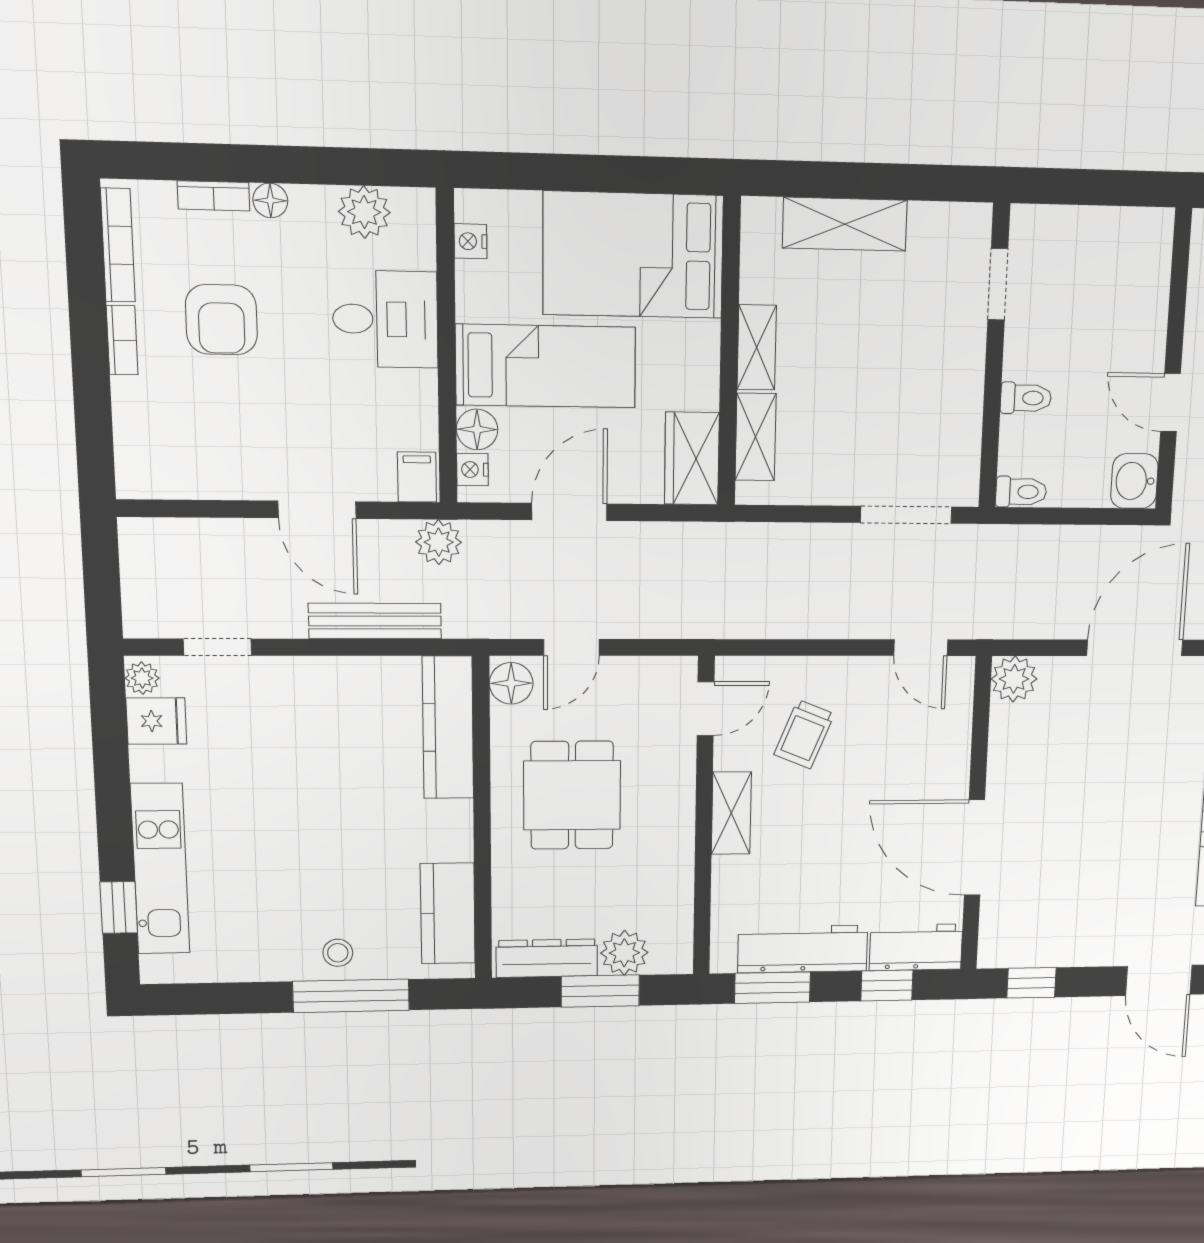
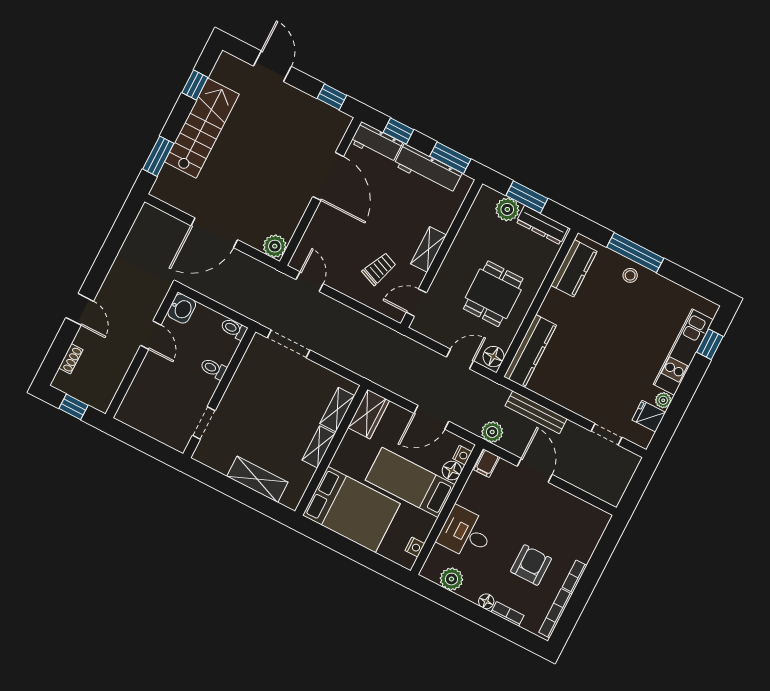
plant: (142, 678) -> (663, 400), moved

